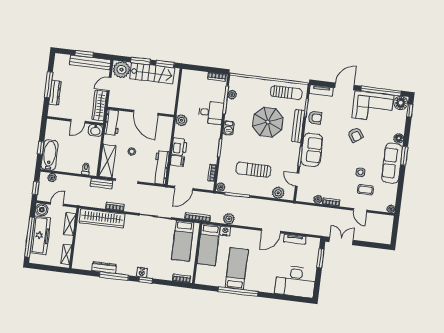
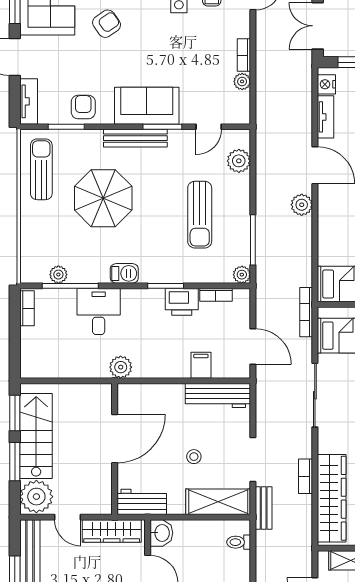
bench: (298, 126) -> (135, 138), moved
printer: (179, 147) -> (182, 302), moved, turned 180
plant: (229, 219) -> (302, 205), moved
nightstand: (225, 231) -> (326, 84), moved

